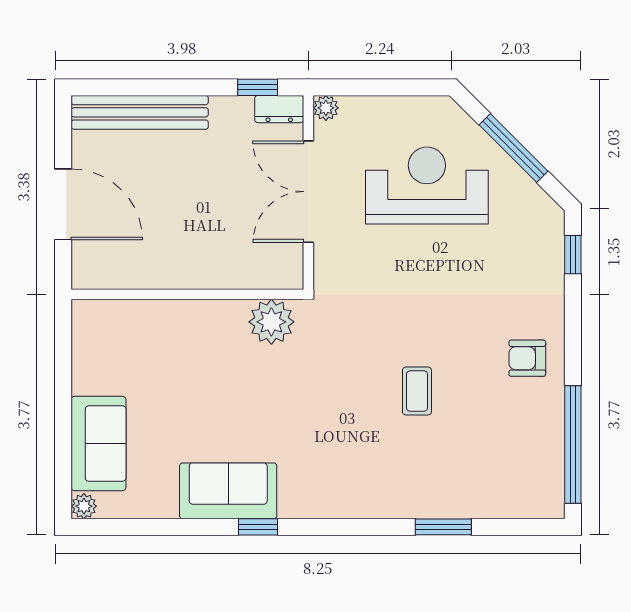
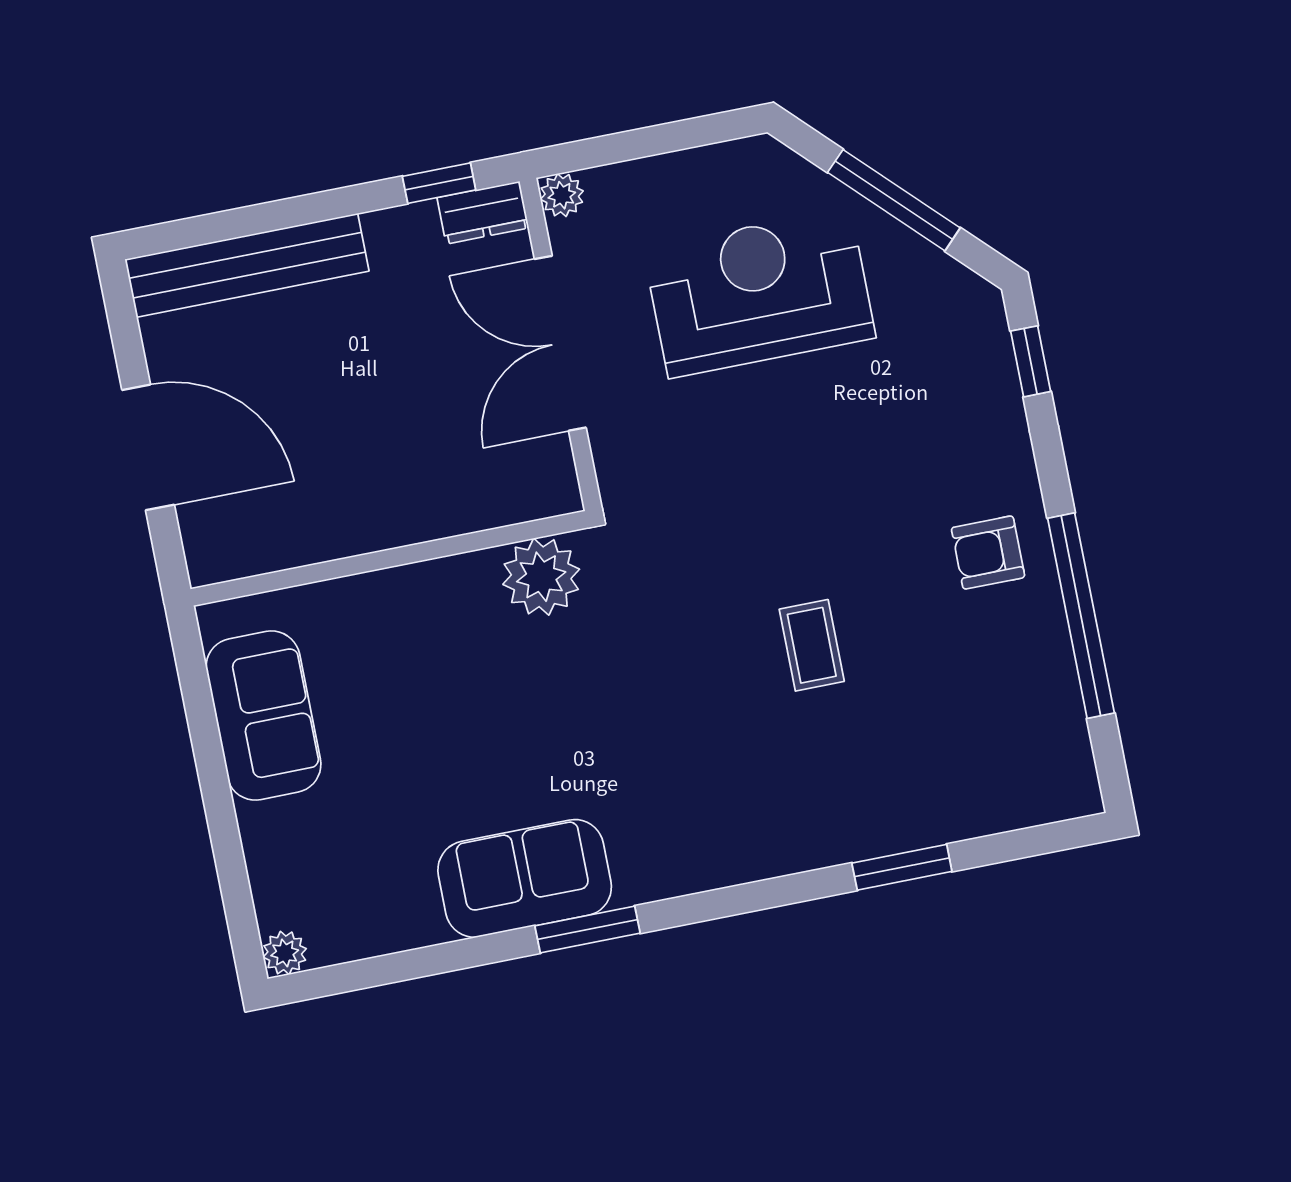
sofa: (98, 444) -> (263, 716), moved
window: (573, 444) -> (1081, 616), moved
window: (258, 527) -> (587, 930), width x1.50

